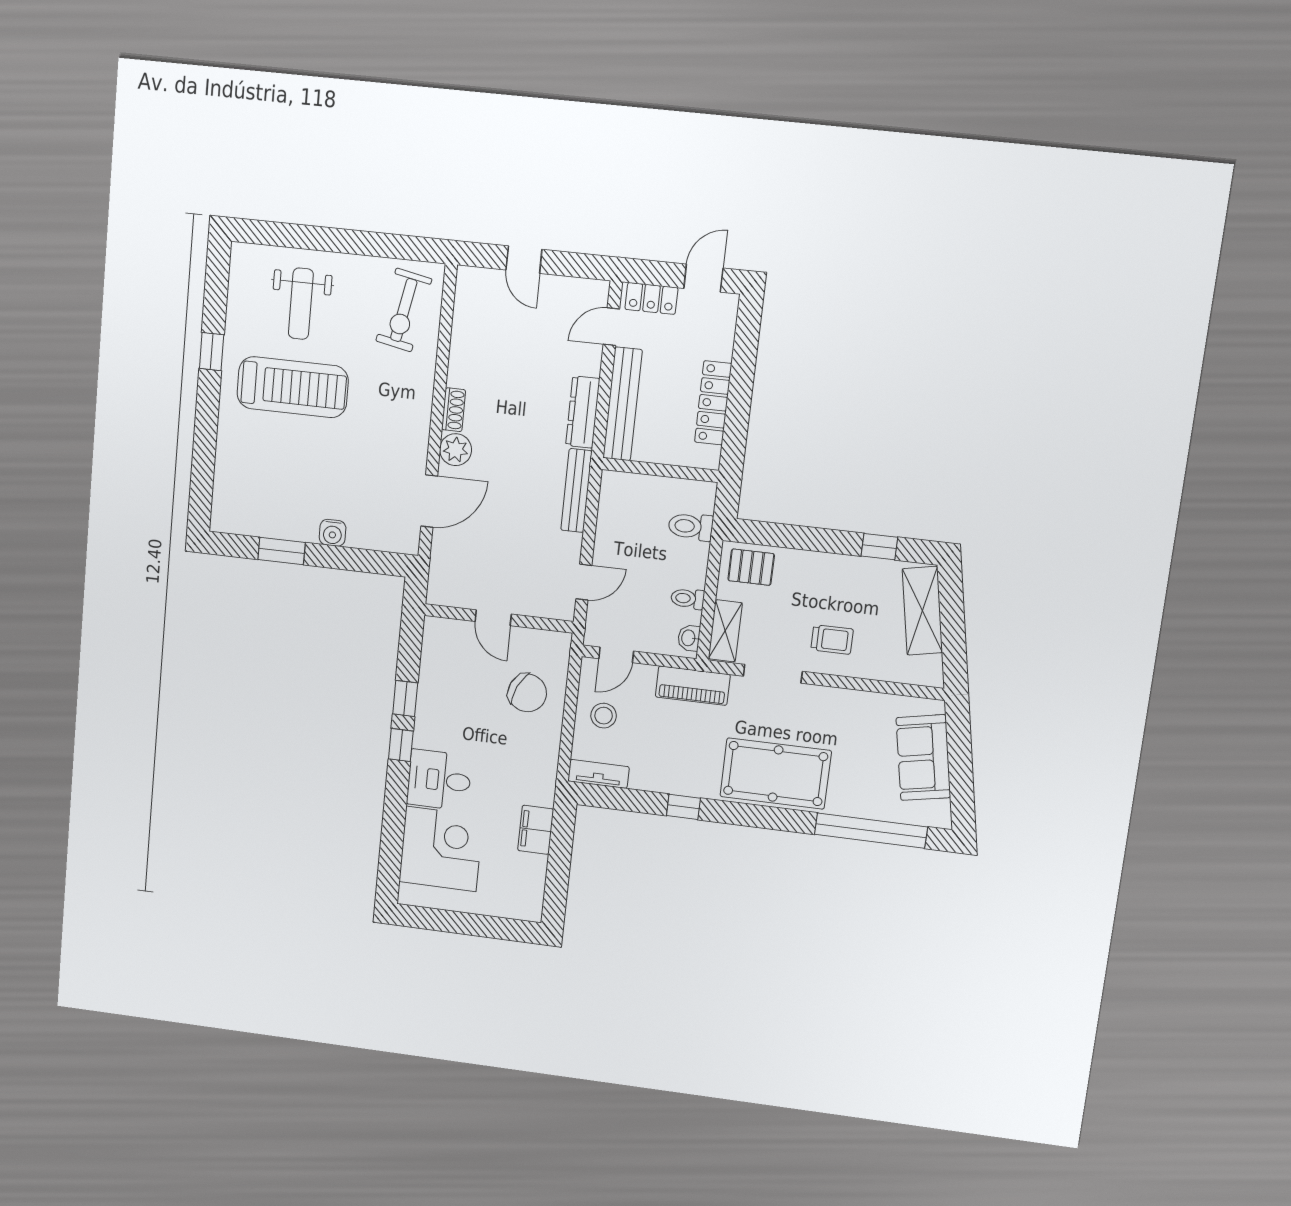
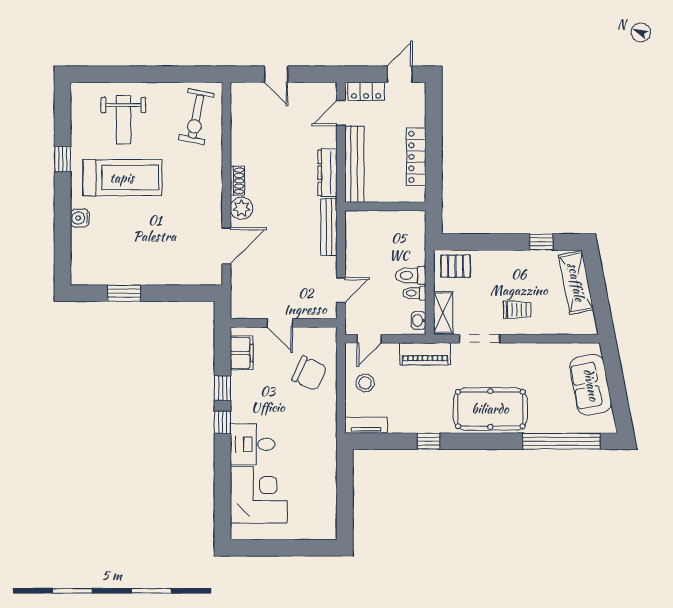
toilet: (691, 527) -> (411, 275), moved
water cooler: (333, 533) -> (80, 218), moved, turned 90
filing cabinet: (536, 830) -> (242, 353), moved, turned 180

